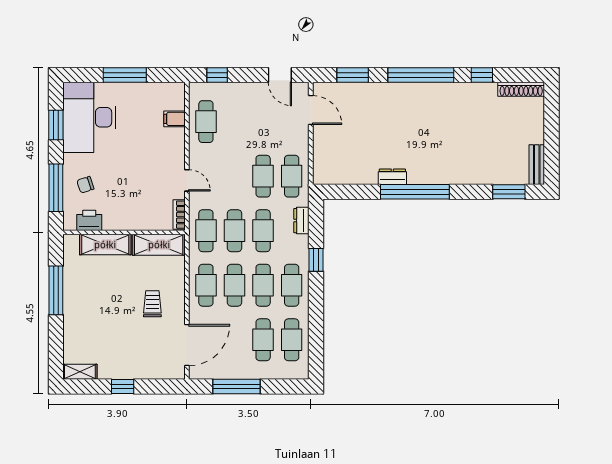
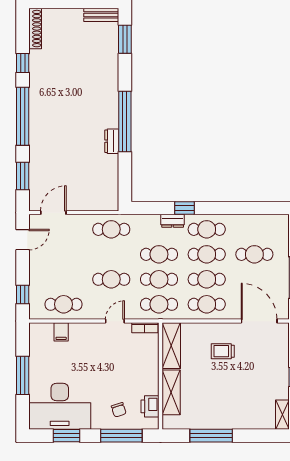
cafe table: (263, 176) -> (111, 279), moved
dresser: (301, 221) -> (173, 221), moved
cafe table: (292, 340) -> (254, 229), removed

